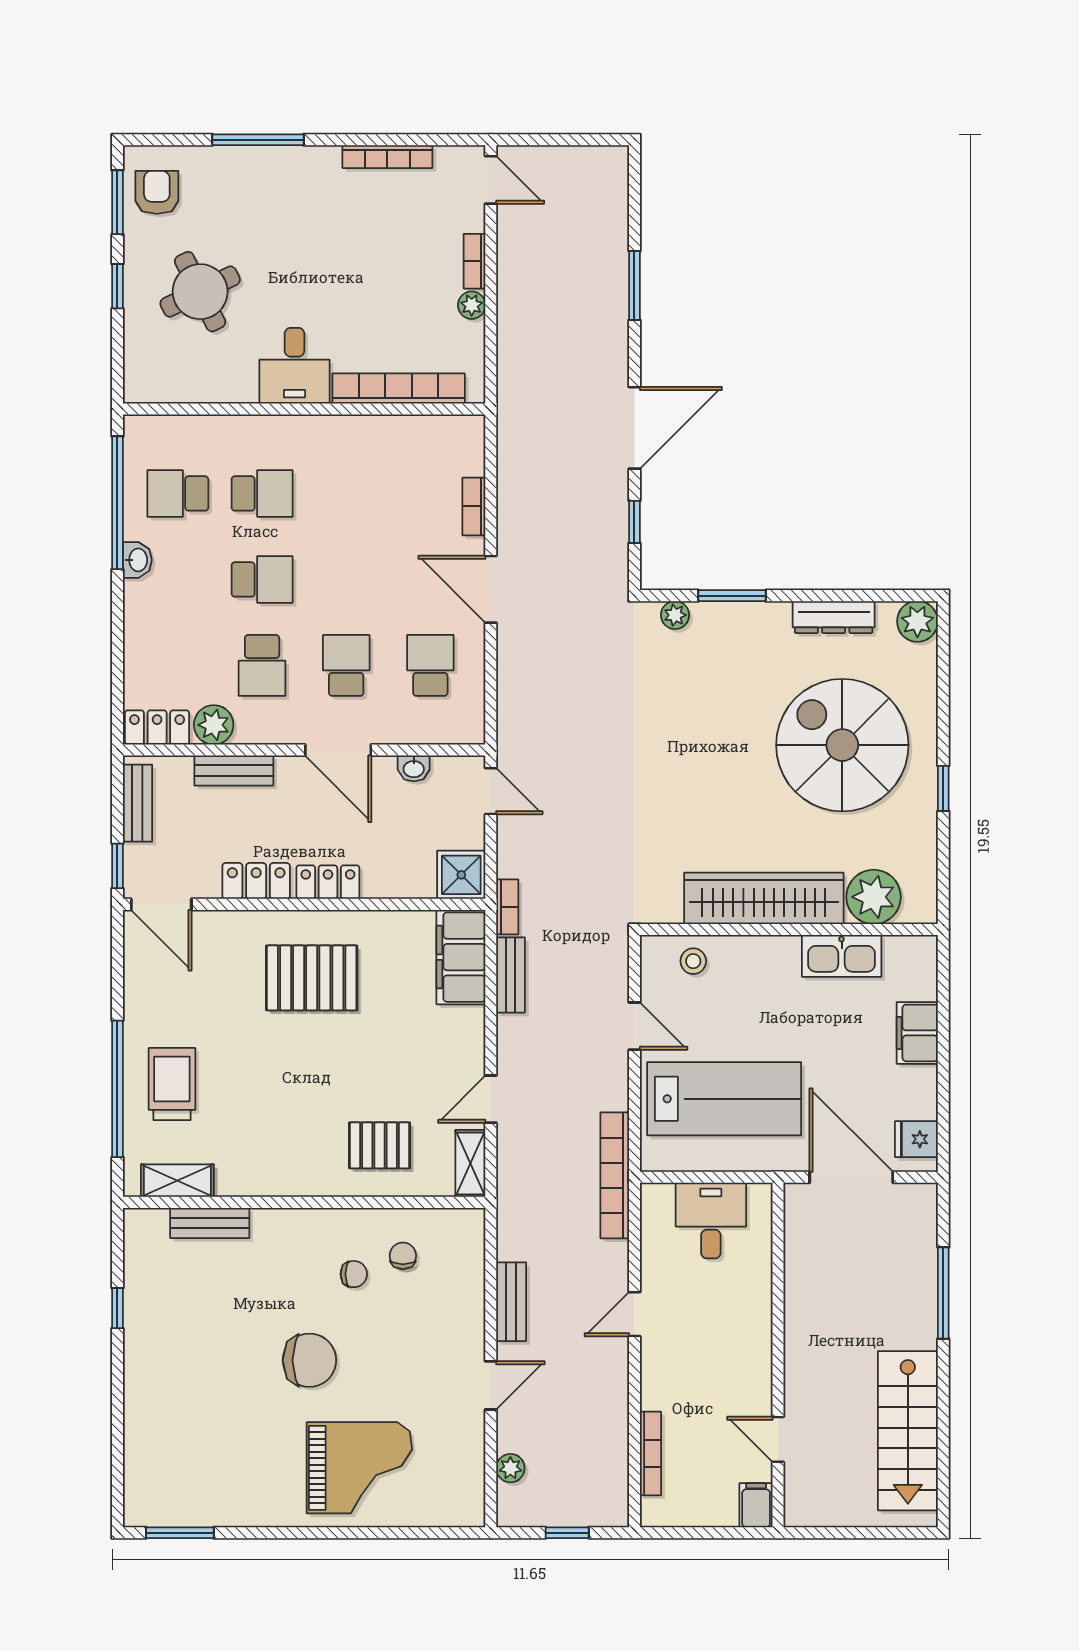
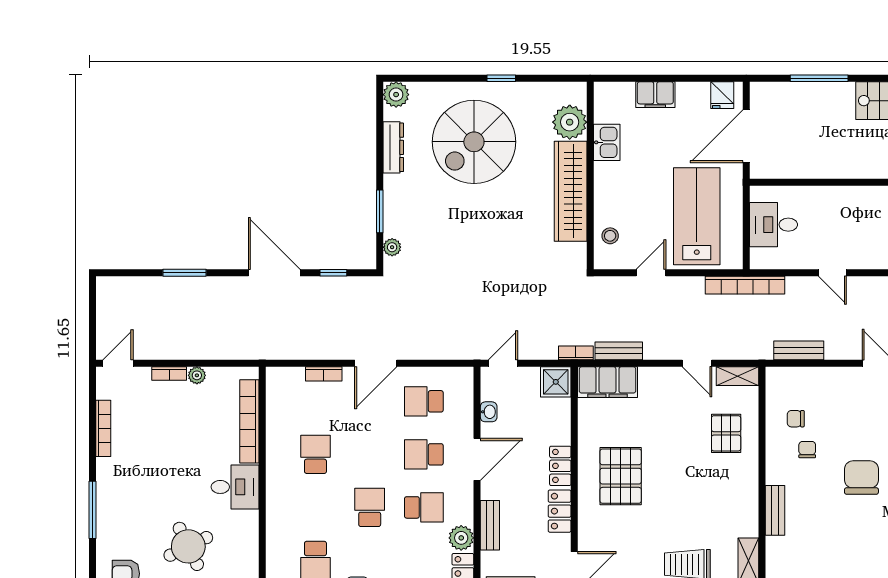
school desk: (262, 493) -> (315, 454), moved
kitchen sink: (842, 956) -> (607, 142), width x0.73
bench: (210, 1223) -> (775, 510), moved
bench: (511, 1302) -> (799, 350), moved

